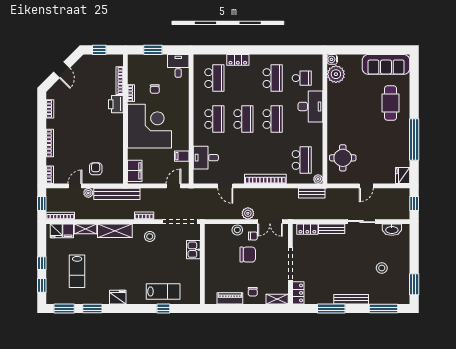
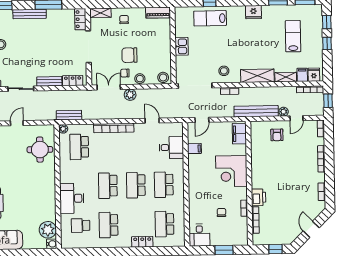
corner desk: (150, 126) -> (231, 171), width x0.74, depth x0.74
stool: (213, 231) -> (163, 77), added
kitchen sink: (193, 250) -> (182, 46), moved
piano: (230, 298) -> (158, 13), moved

